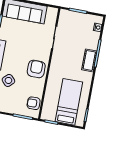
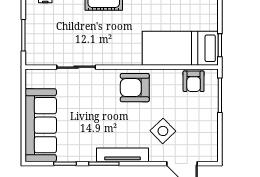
bed: (69, 102) -> (180, 48), moved

